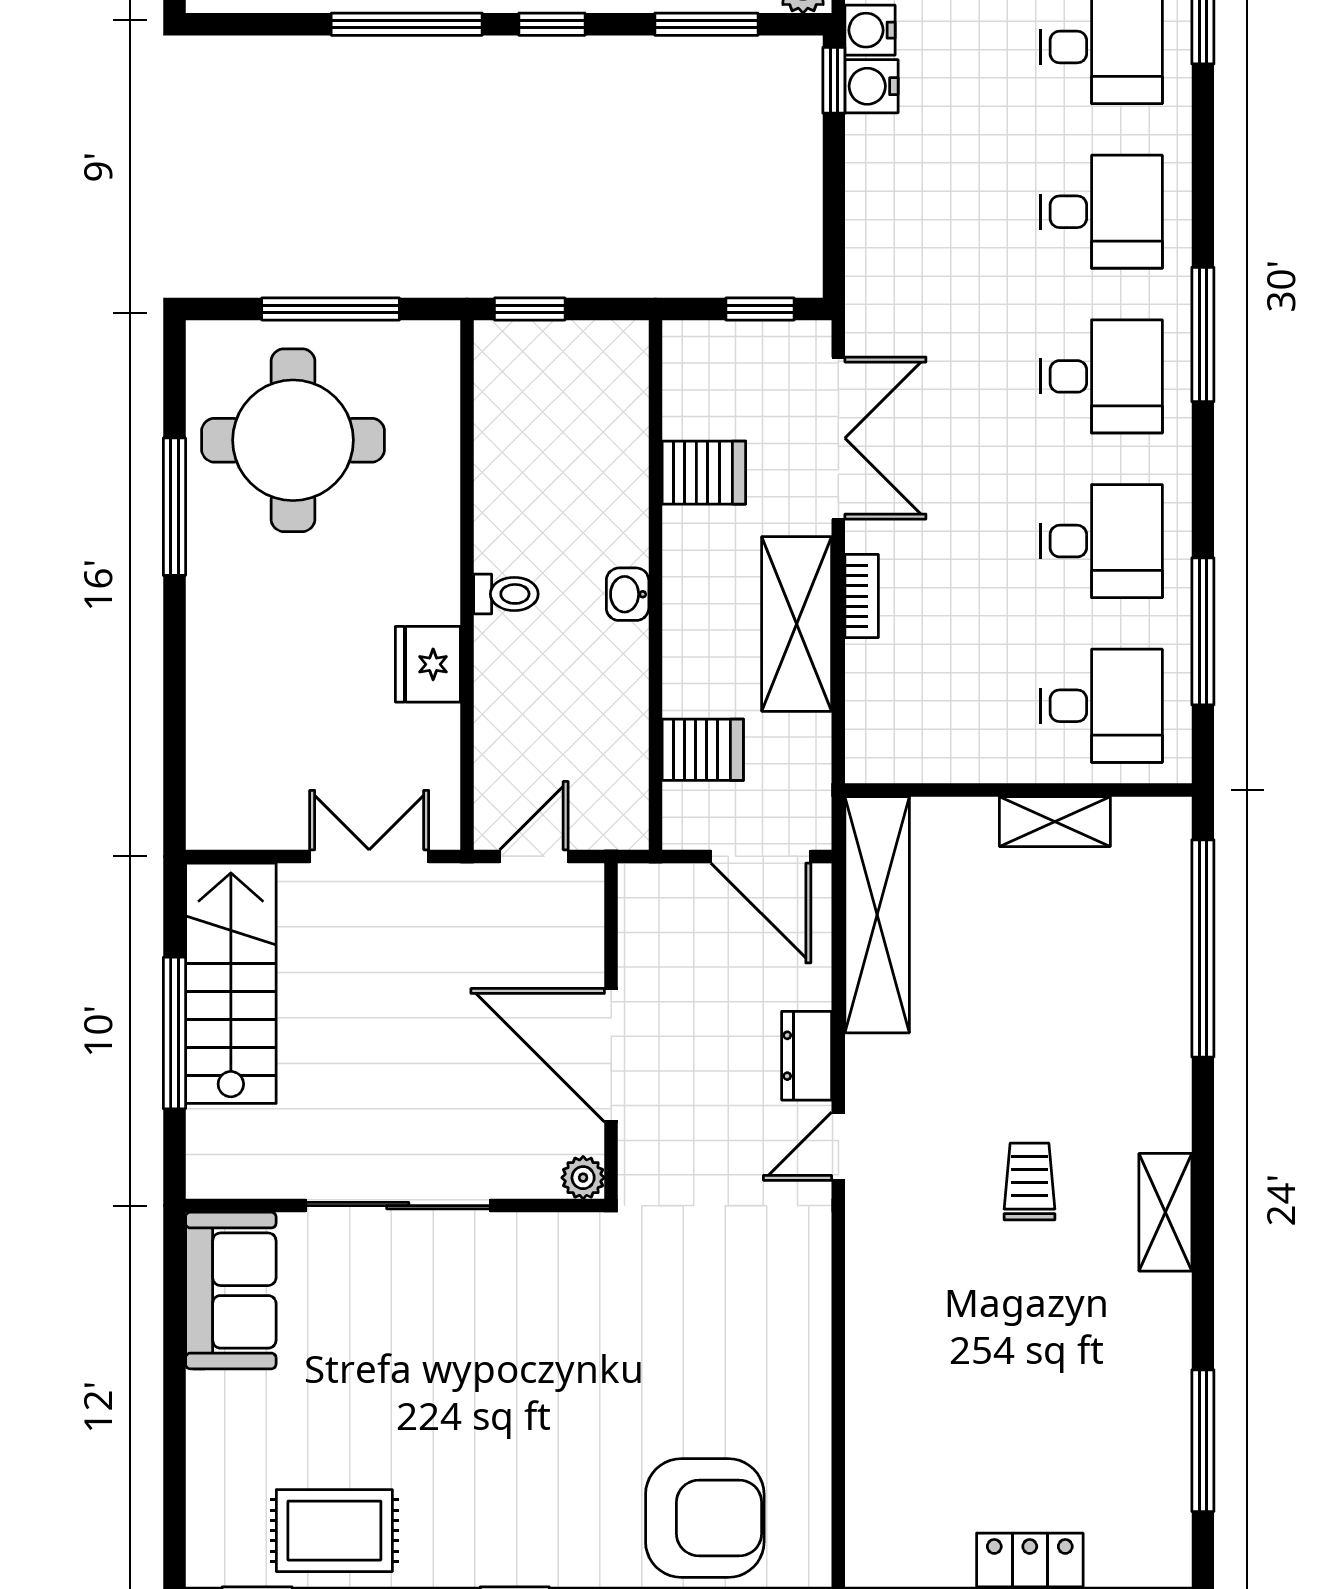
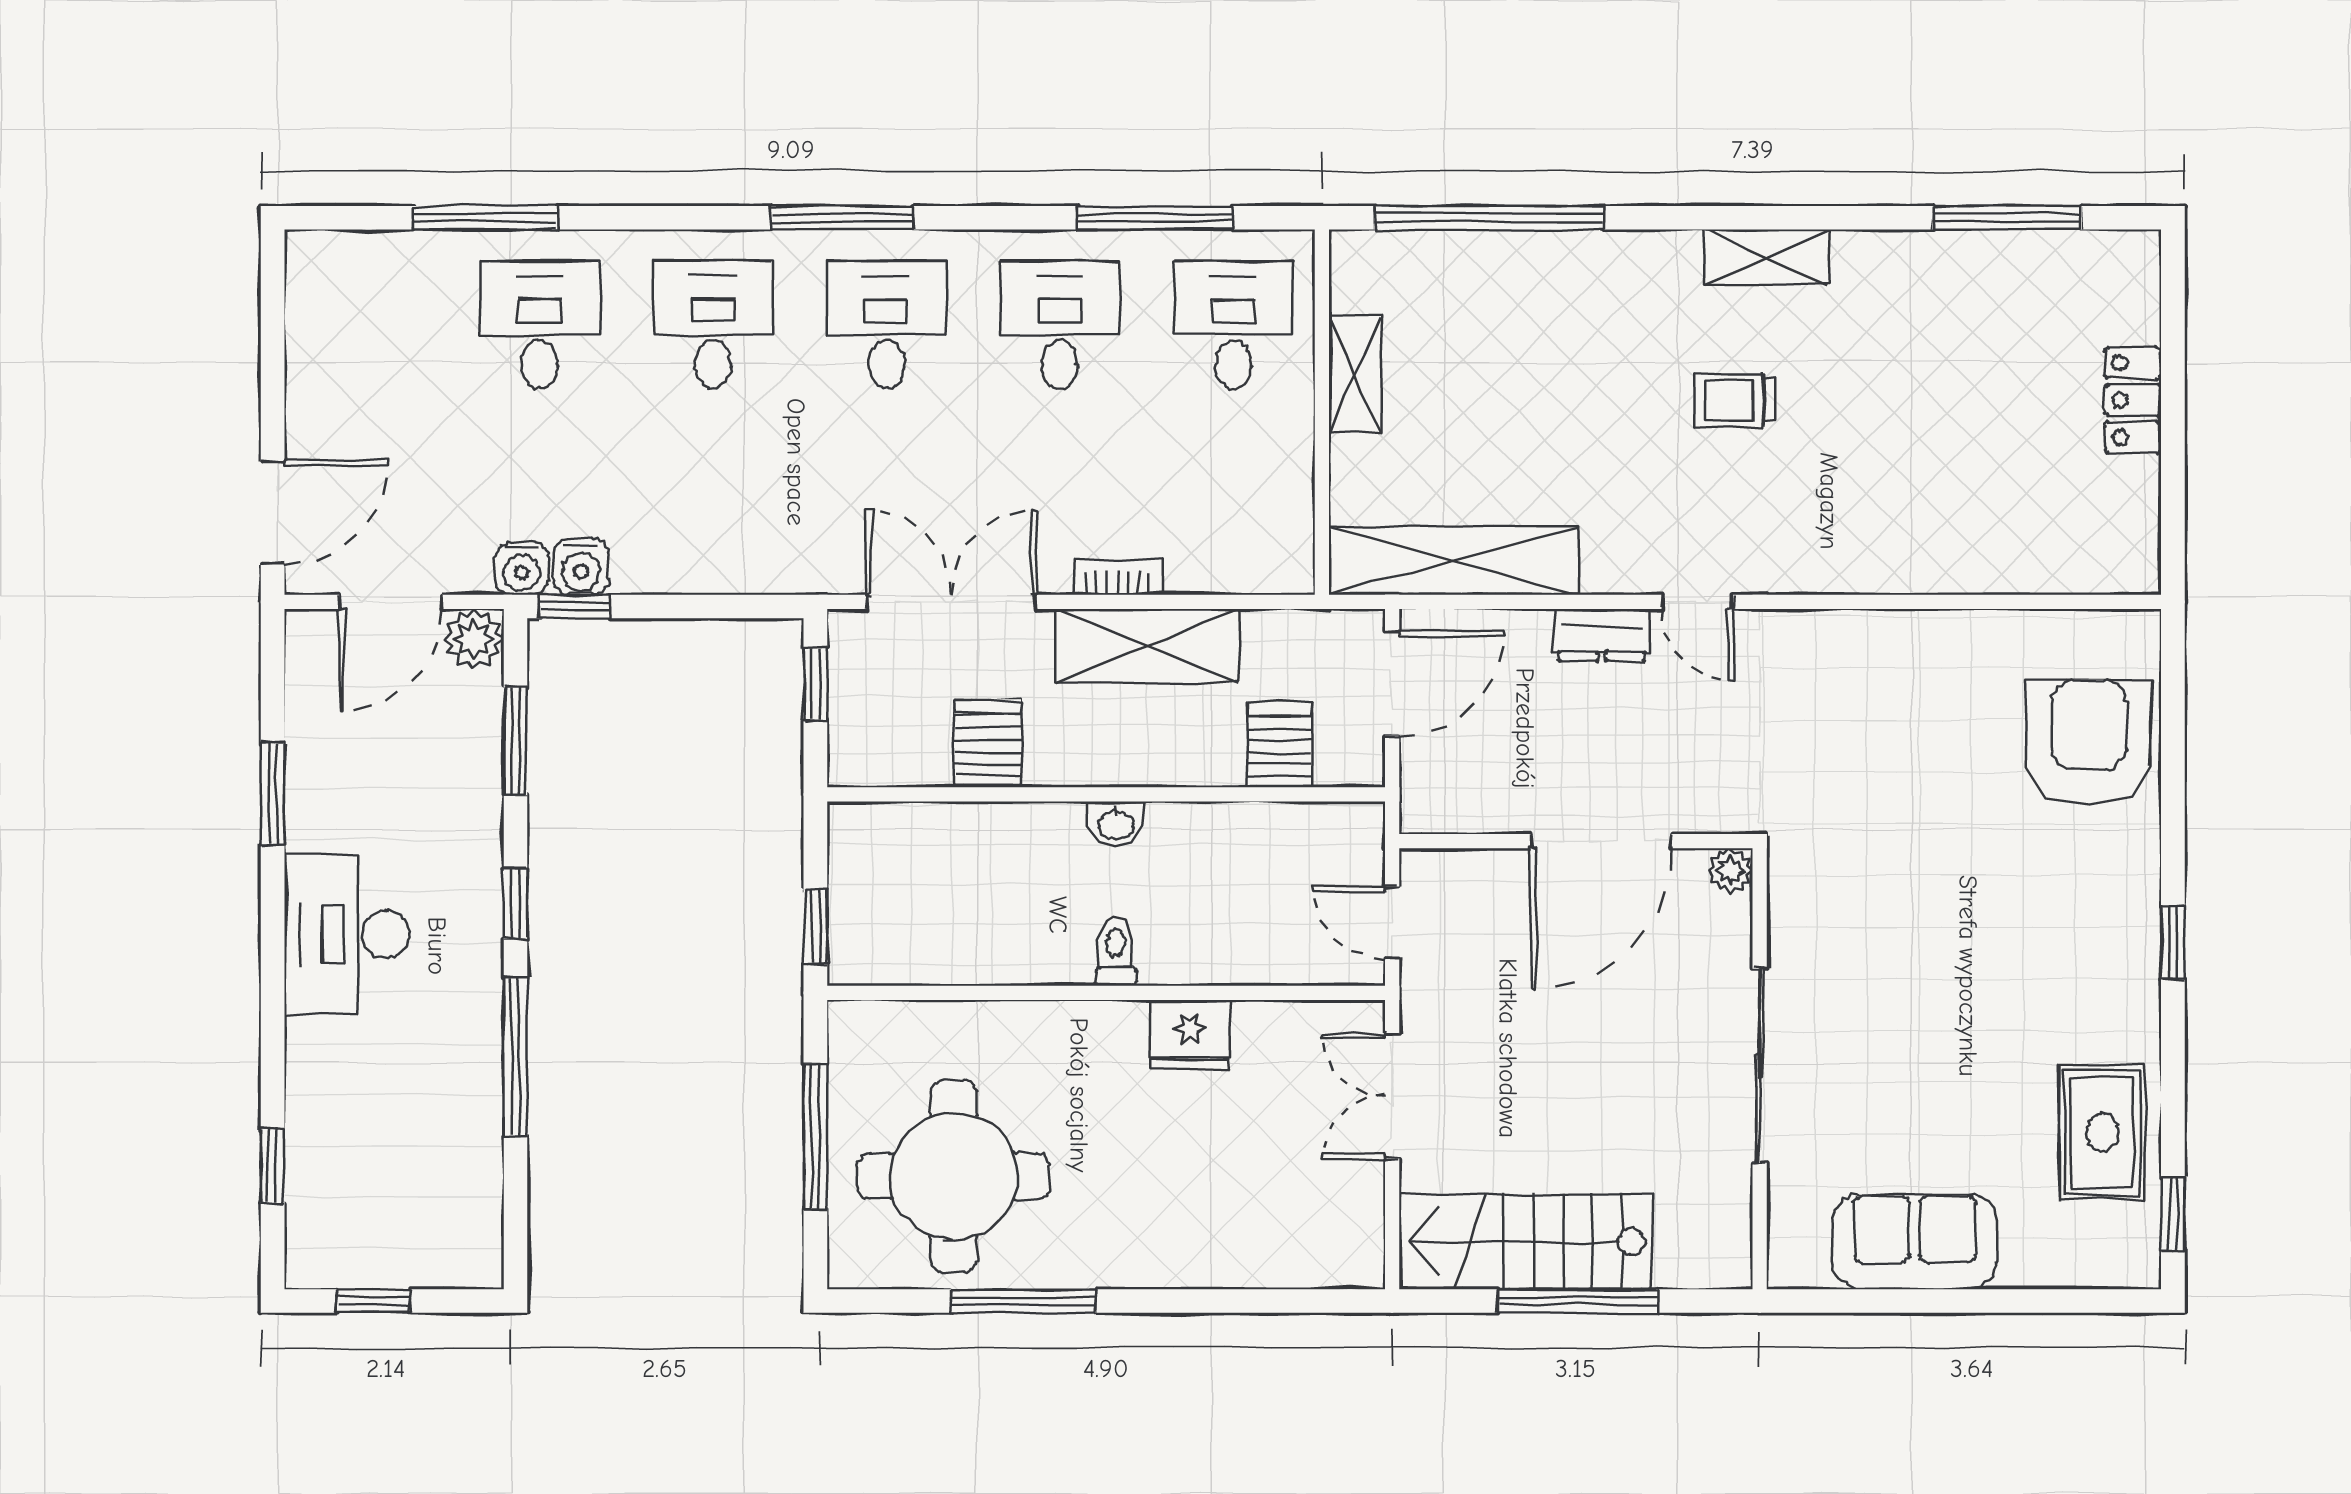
sofa: (231, 1291) -> (1915, 1242), moved

